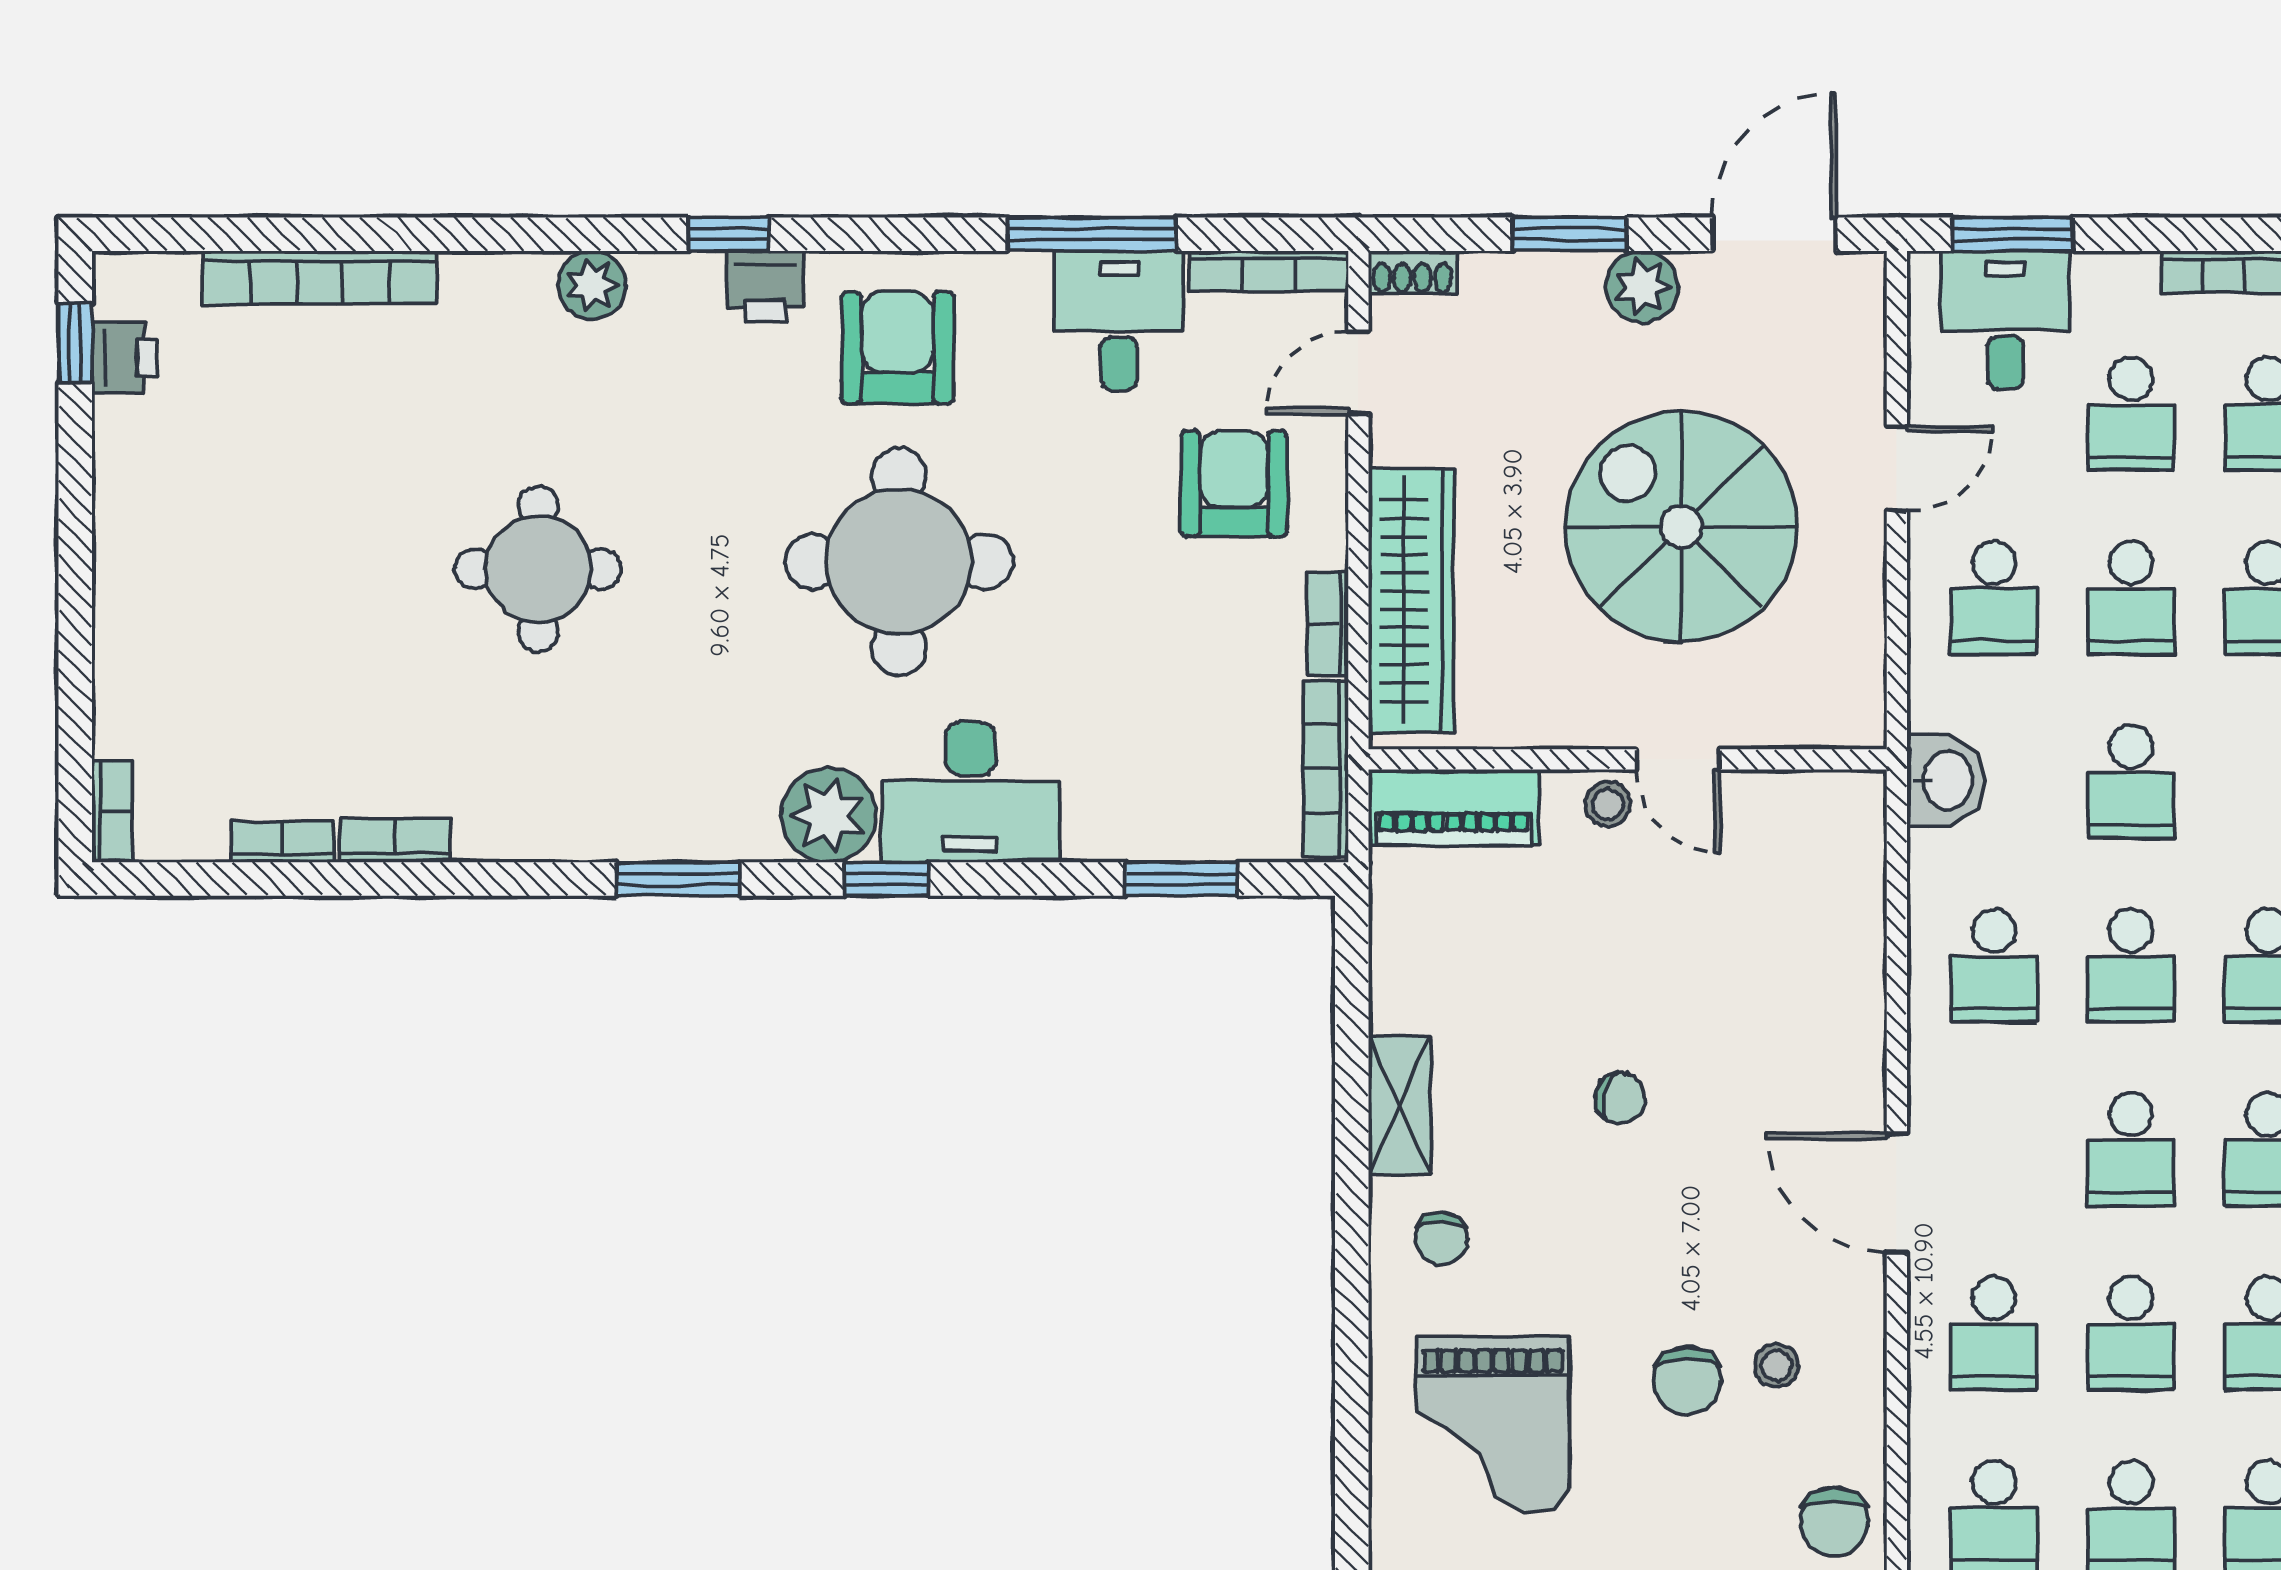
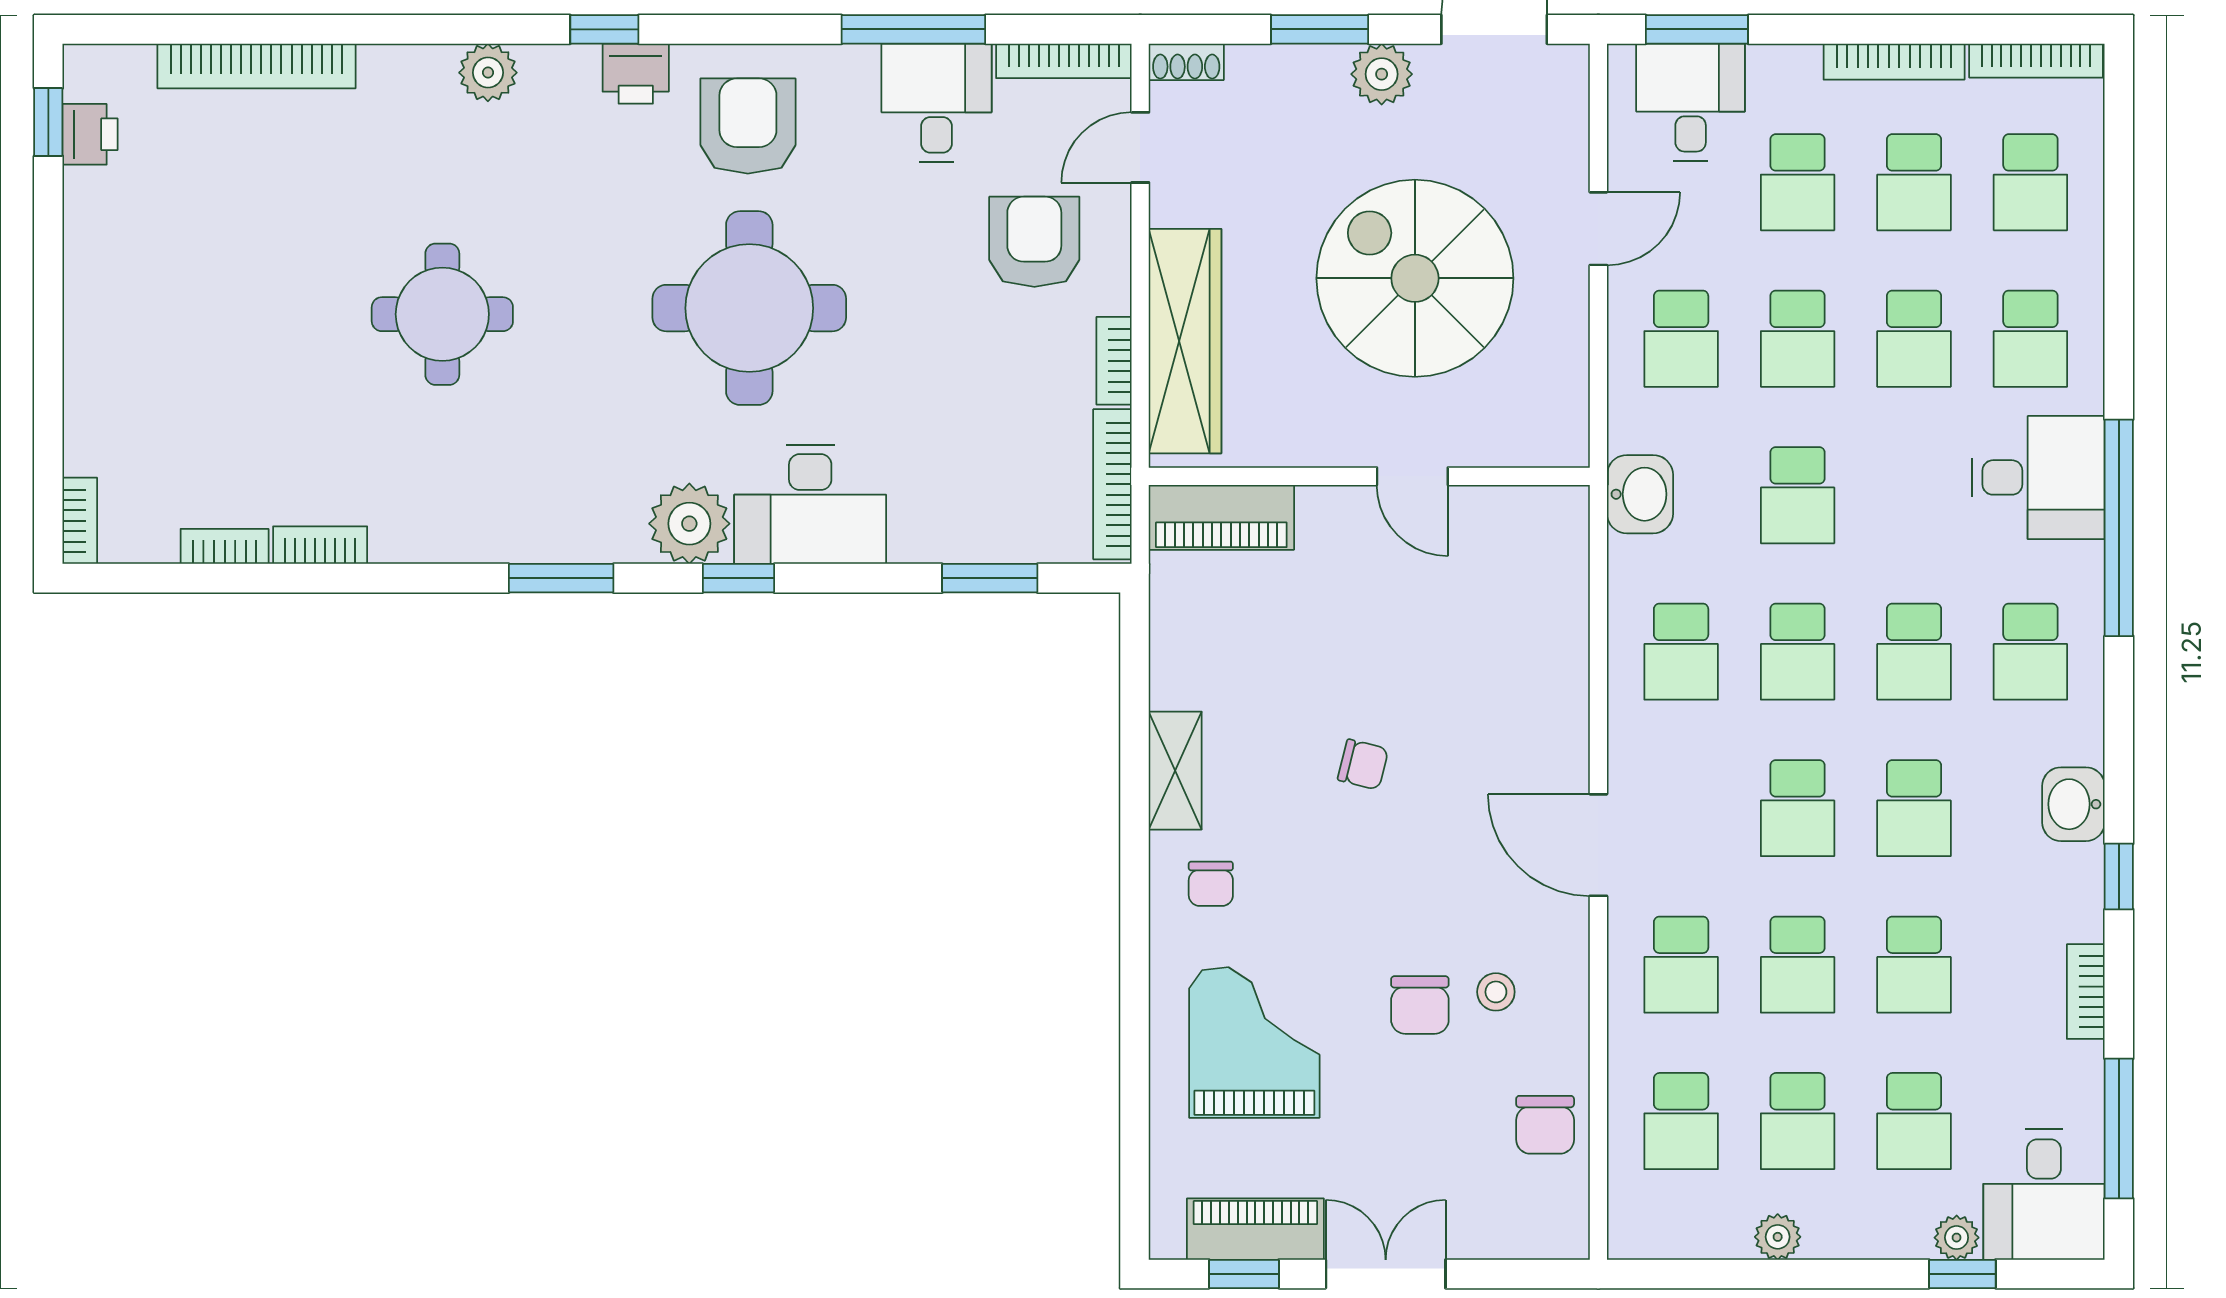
stool: (1608, 804) -> (1352, 514), removed
grand piano: (1493, 1425) -> (1254, 1043), turned 180

